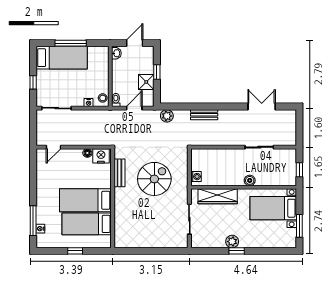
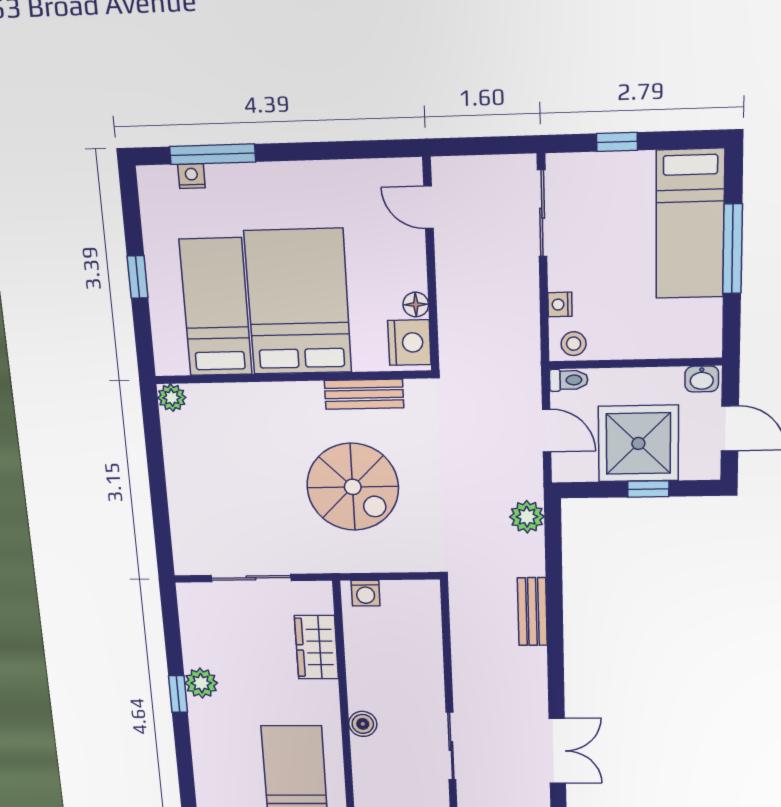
shower: (146, 82) -> (638, 443), width x1.86, depth x1.86
wardrobe: (218, 196) -> (317, 647), width x0.67
bed: (85, 200) -> (298, 302), width x1.50
plant: (119, 243) -> (172, 398), added

